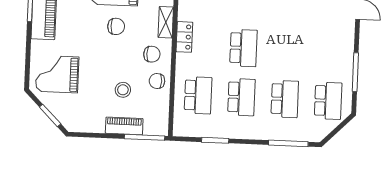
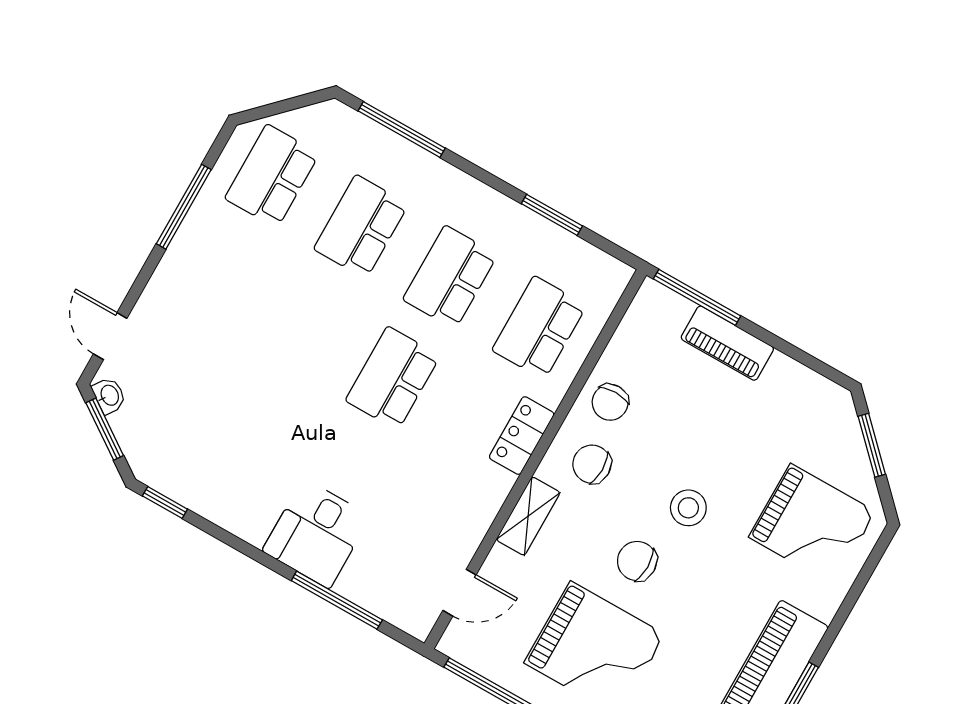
locker: (184, 37) -> (522, 436), moved
chair: (157, 81) -> (610, 402), turned 90
stool: (123, 90) -> (688, 508), moved

